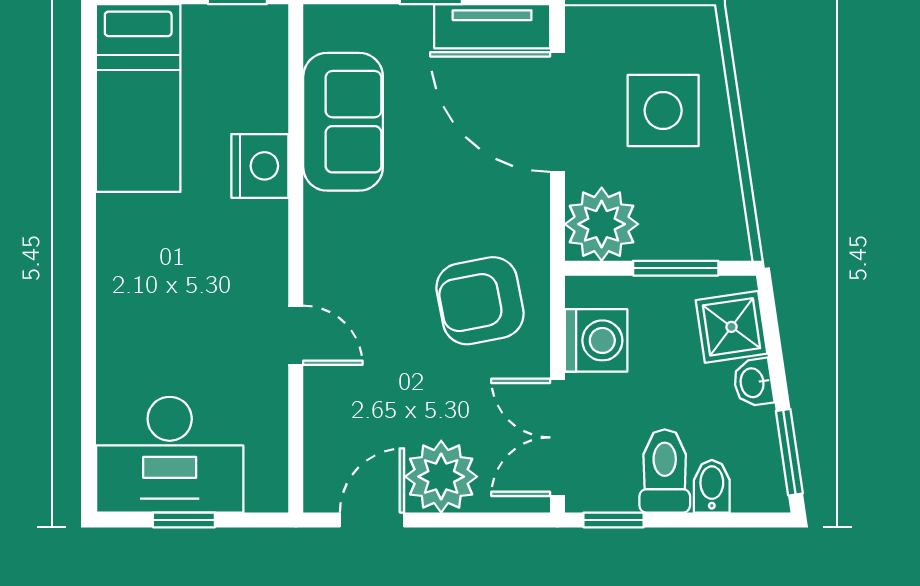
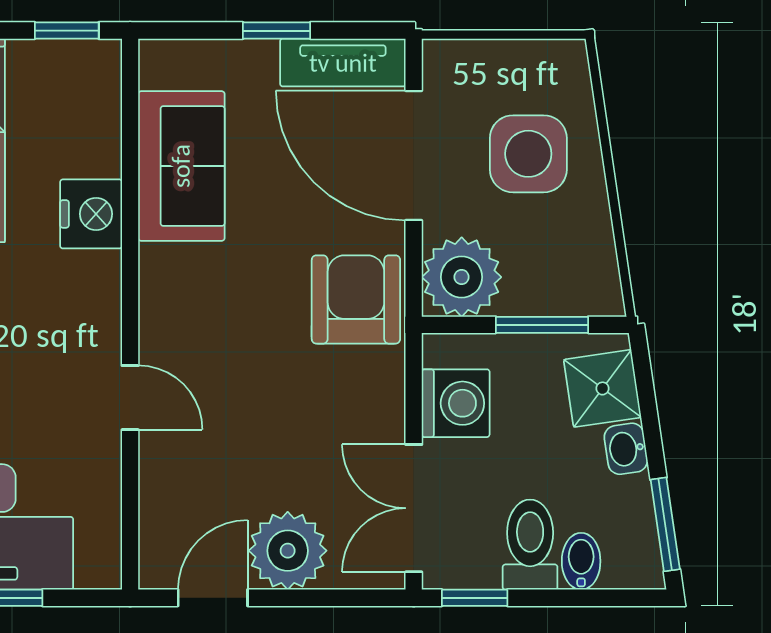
armchair: (480, 301) -> (356, 299), moved, turned 101

